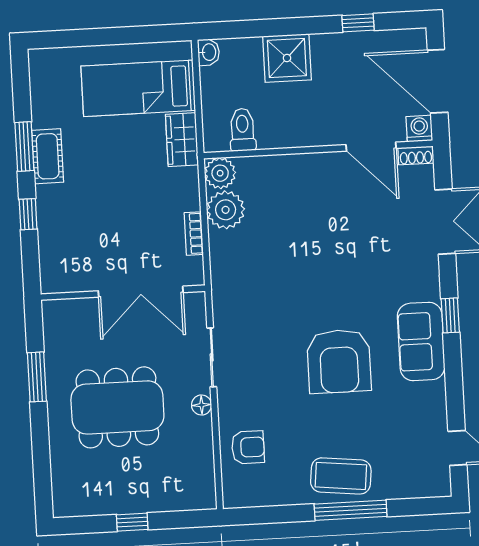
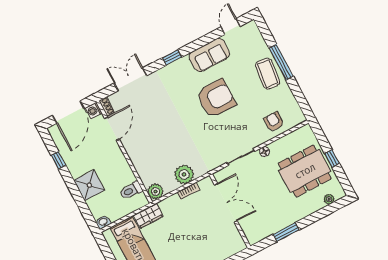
plant: (226, 210) -> (184, 174), moved
sofa: (421, 341) -> (209, 55), moved
dining table: (117, 407) -> (305, 171), moved, turned 90
plant: (61, 483) -> (329, 199), added

